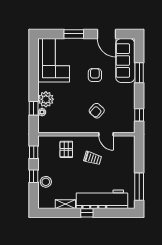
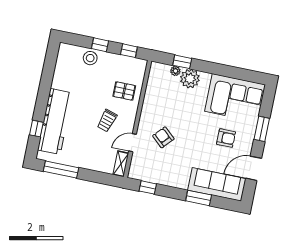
armchair: (95, 75) -> (226, 138), moved
shelving: (65, 204) -> (121, 164), moved
window: (87, 213) -> (36, 129), moved

